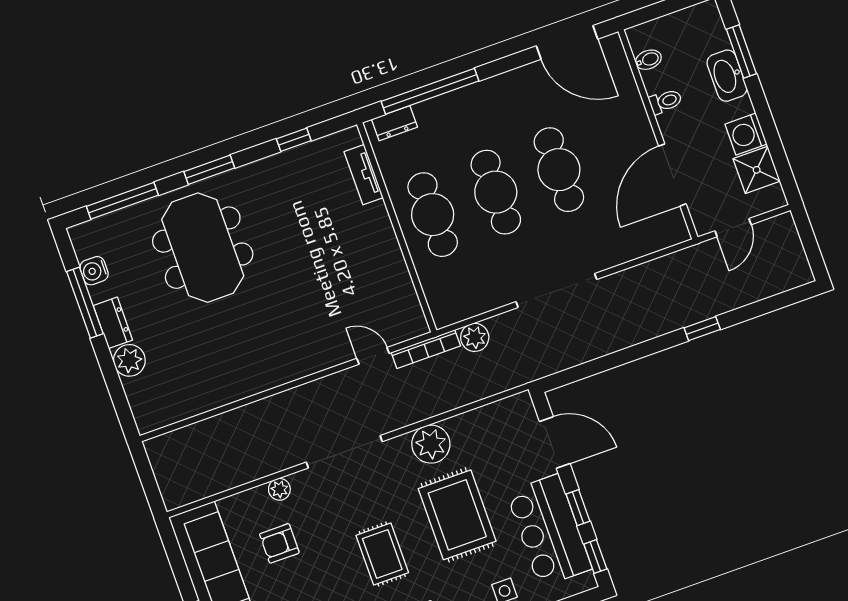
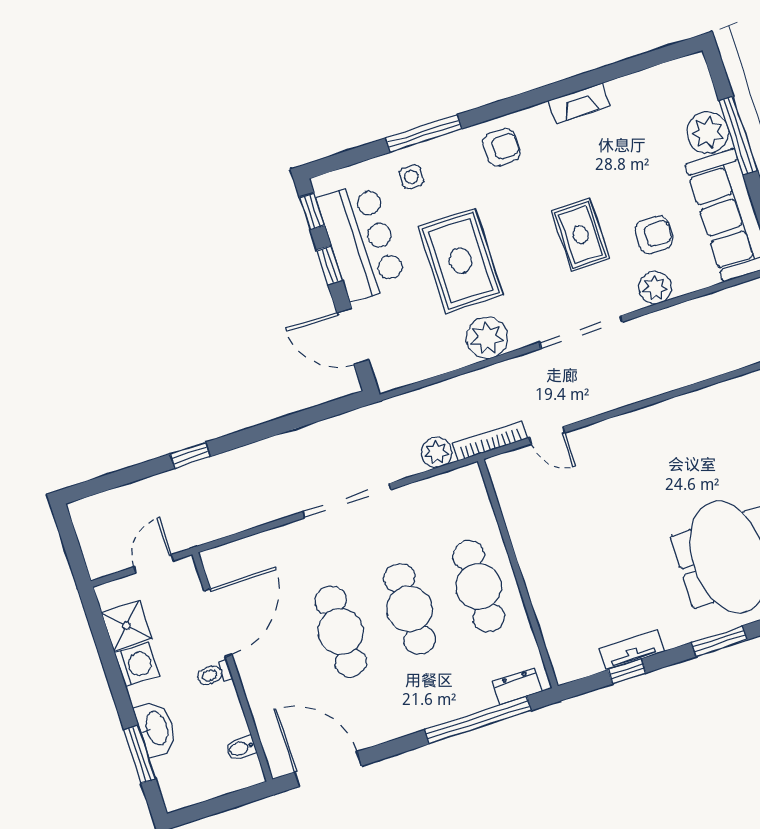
toilet: (665, 101) -> (214, 674), moved
tv unit: (364, 175) -> (632, 650), moved, turned -90
plant: (279, 489) -> (655, 288), width x1.38, depth x1.38
rug: (382, 554) -> (581, 235), moved

